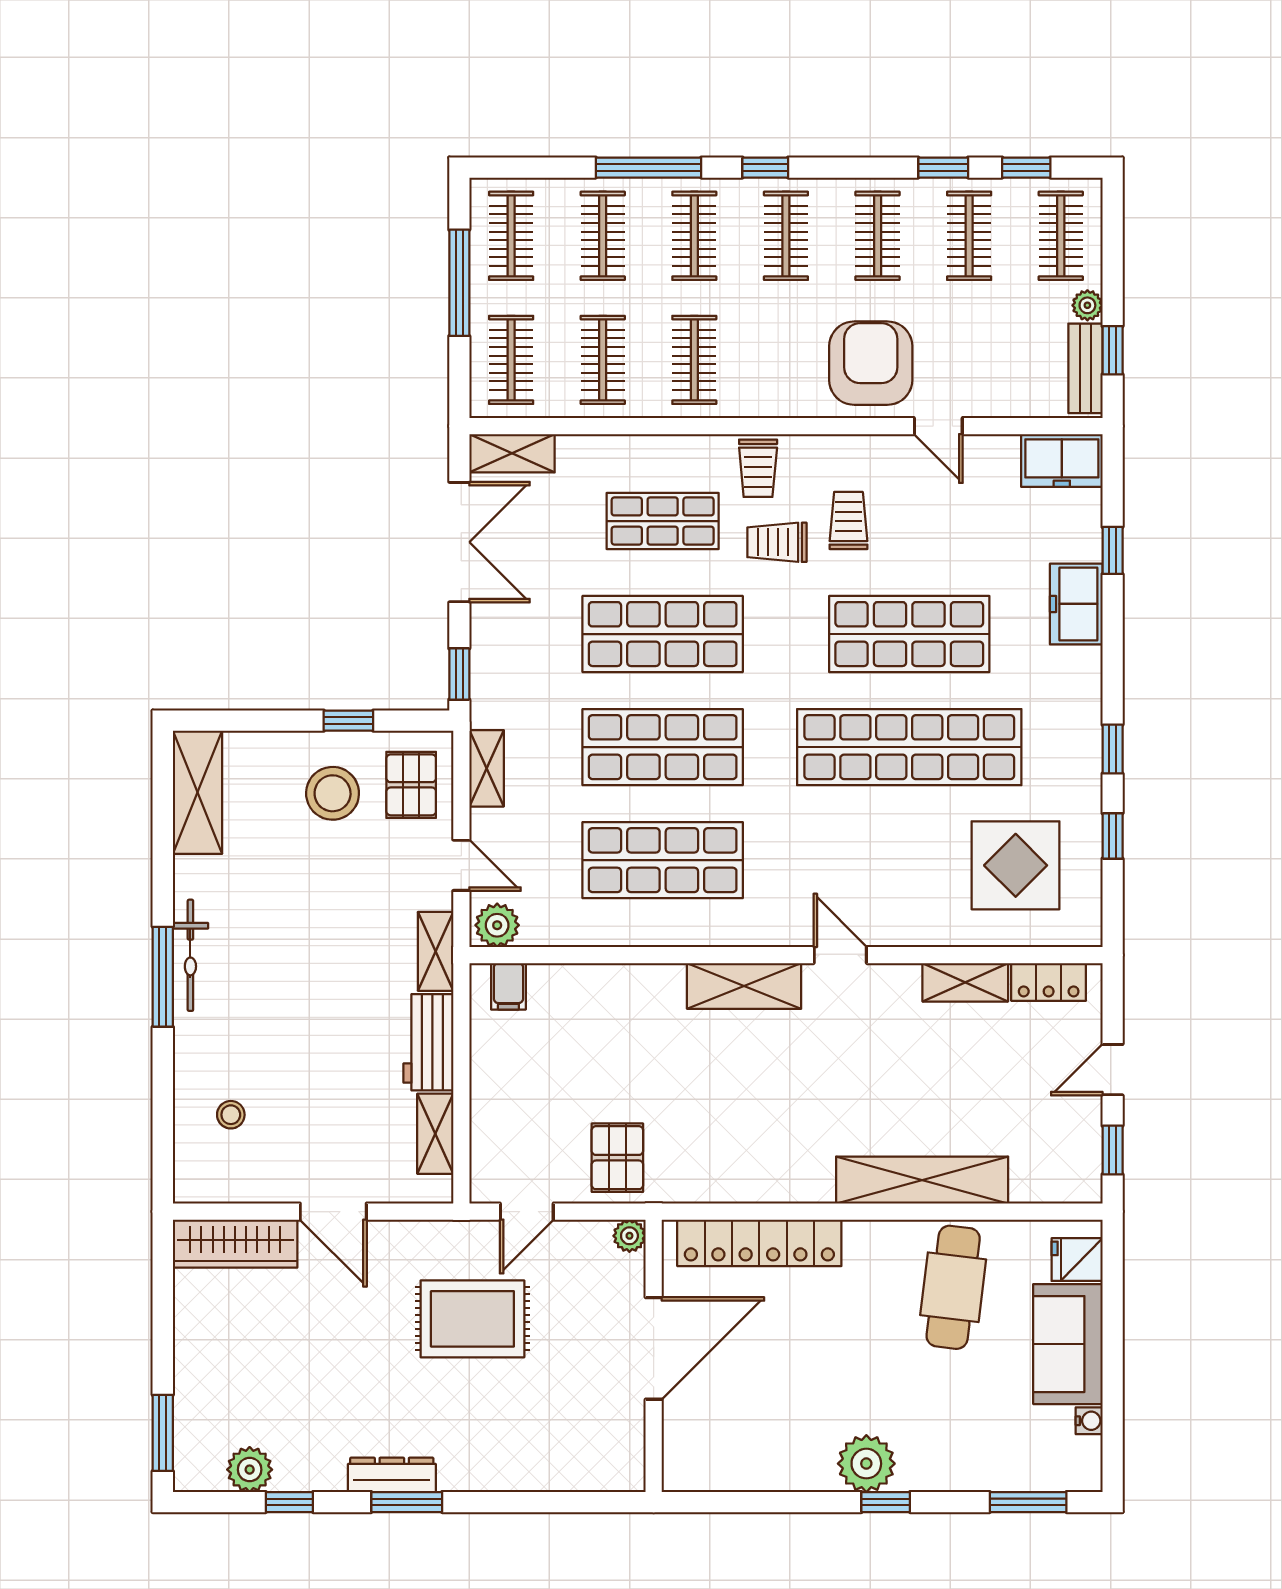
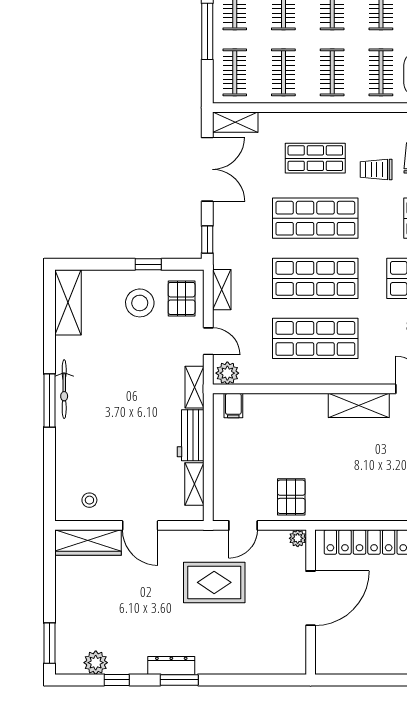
clothes rail: (786, 360) -> (381, 72), added
trolley: (758, 468) -> (366, 130), removed
stool: (231, 1115) -> (89, 500), moved

